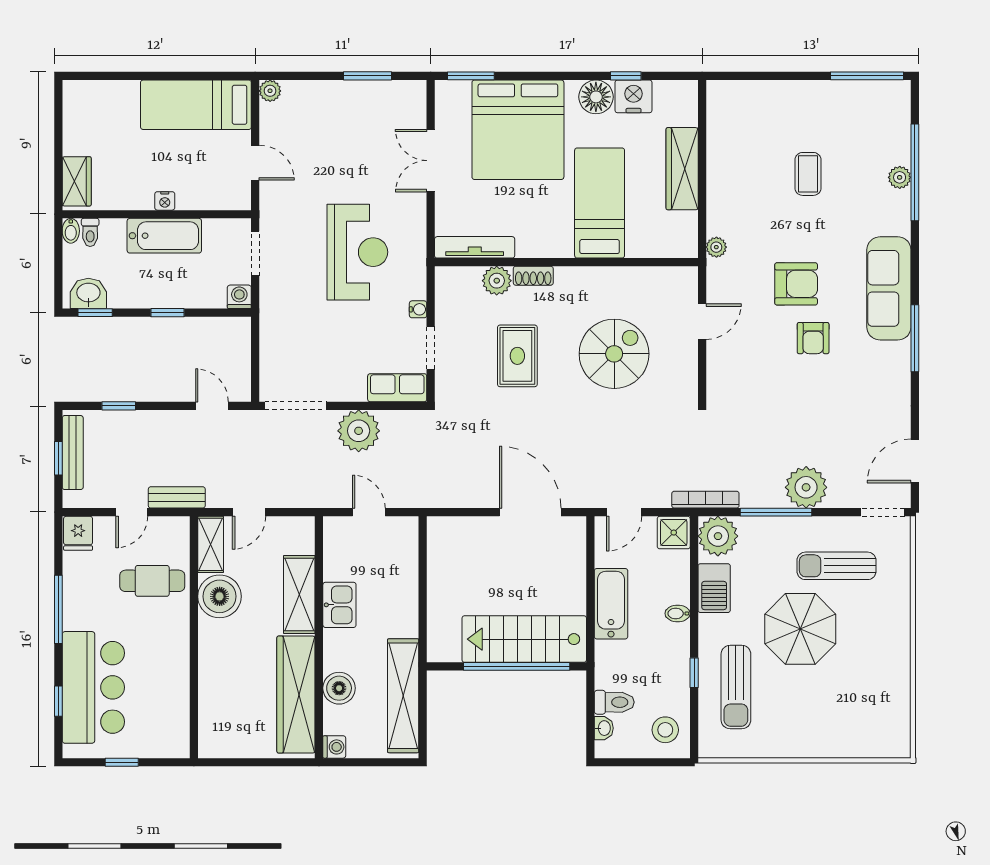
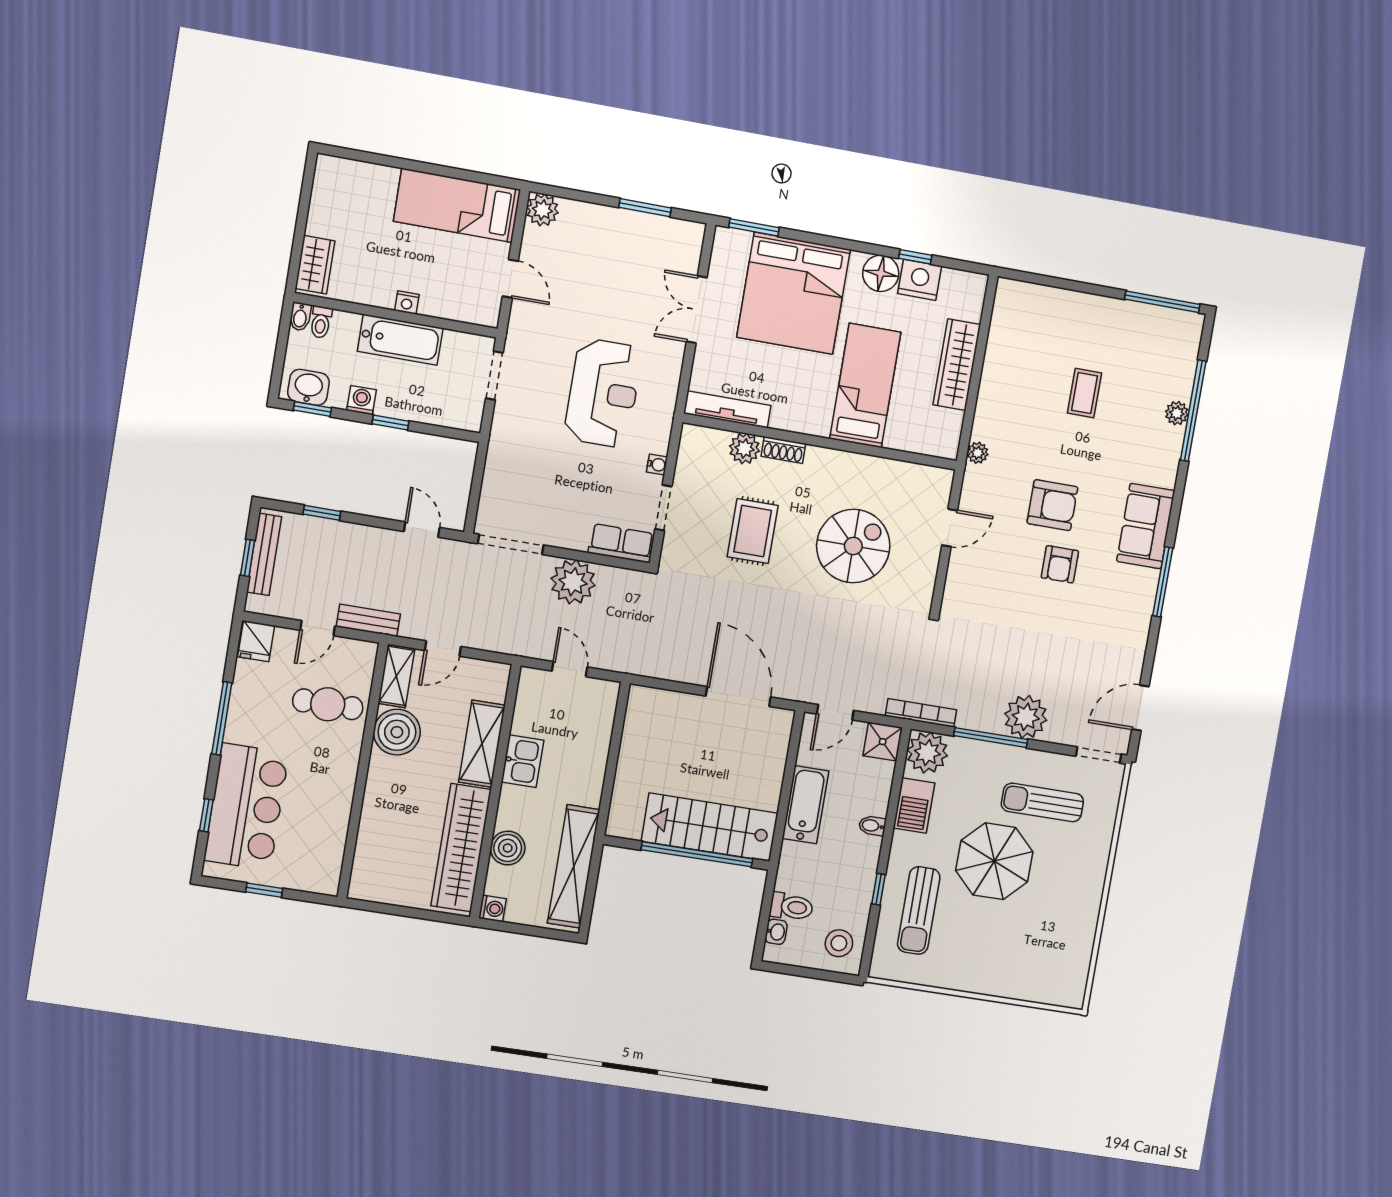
plant: (270, 91) -> (542, 210), width x1.38, depth x1.38
sofa: (889, 288) -> (1146, 526), width x0.73
washing machine: (239, 297) -> (361, 400), moved

